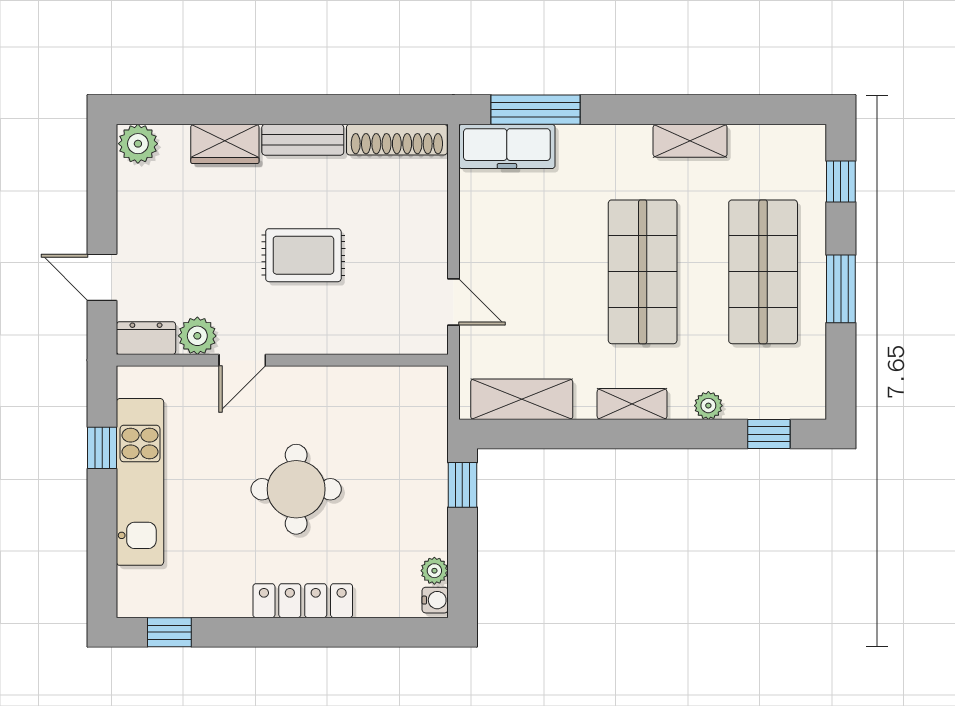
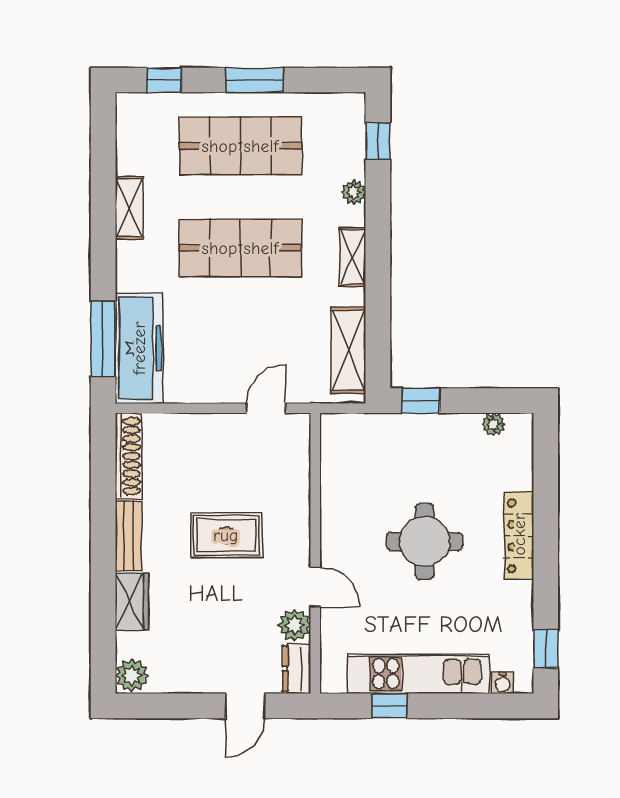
freezer: (507, 146) -> (139, 348), width x1.36, depth x1.26
rug: (303, 255) -> (226, 535), turned 90
water cooler: (435, 600) -> (503, 683), moved, turned 180

